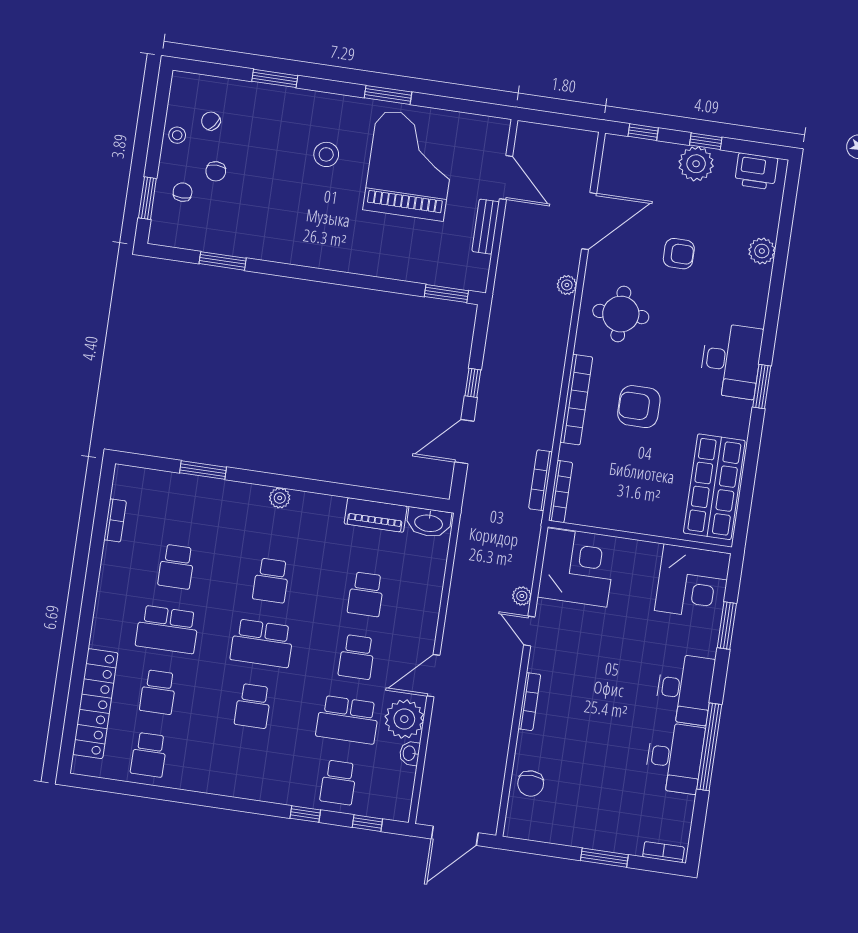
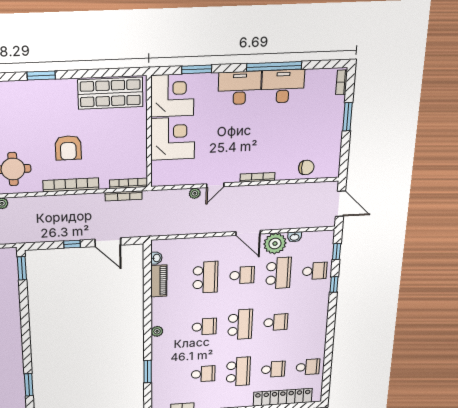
desk: (731, 361) -> (28, 98), removed
washbasin: (429, 523) -> (156, 258), width x0.52, depth x0.69
corner desk: (577, 567) -> (173, 139), moved, turned 90
school desk: (366, 594) -> (205, 277), width x1.85

